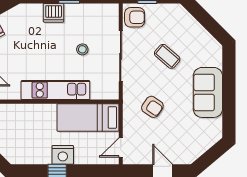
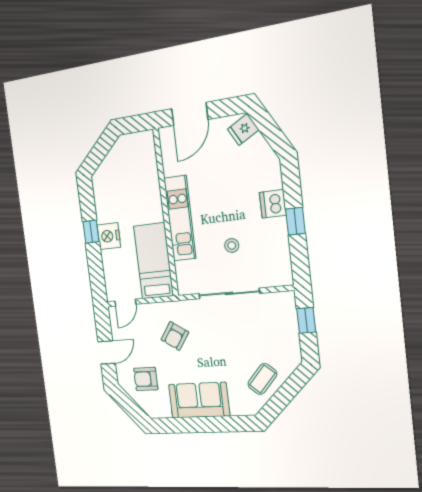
armchair: (135, 17) -> (146, 379), moved, turned 90
coffee table: (167, 56) -> (262, 379), moved
door: (121, 147) -> (125, 303), swing flipped

